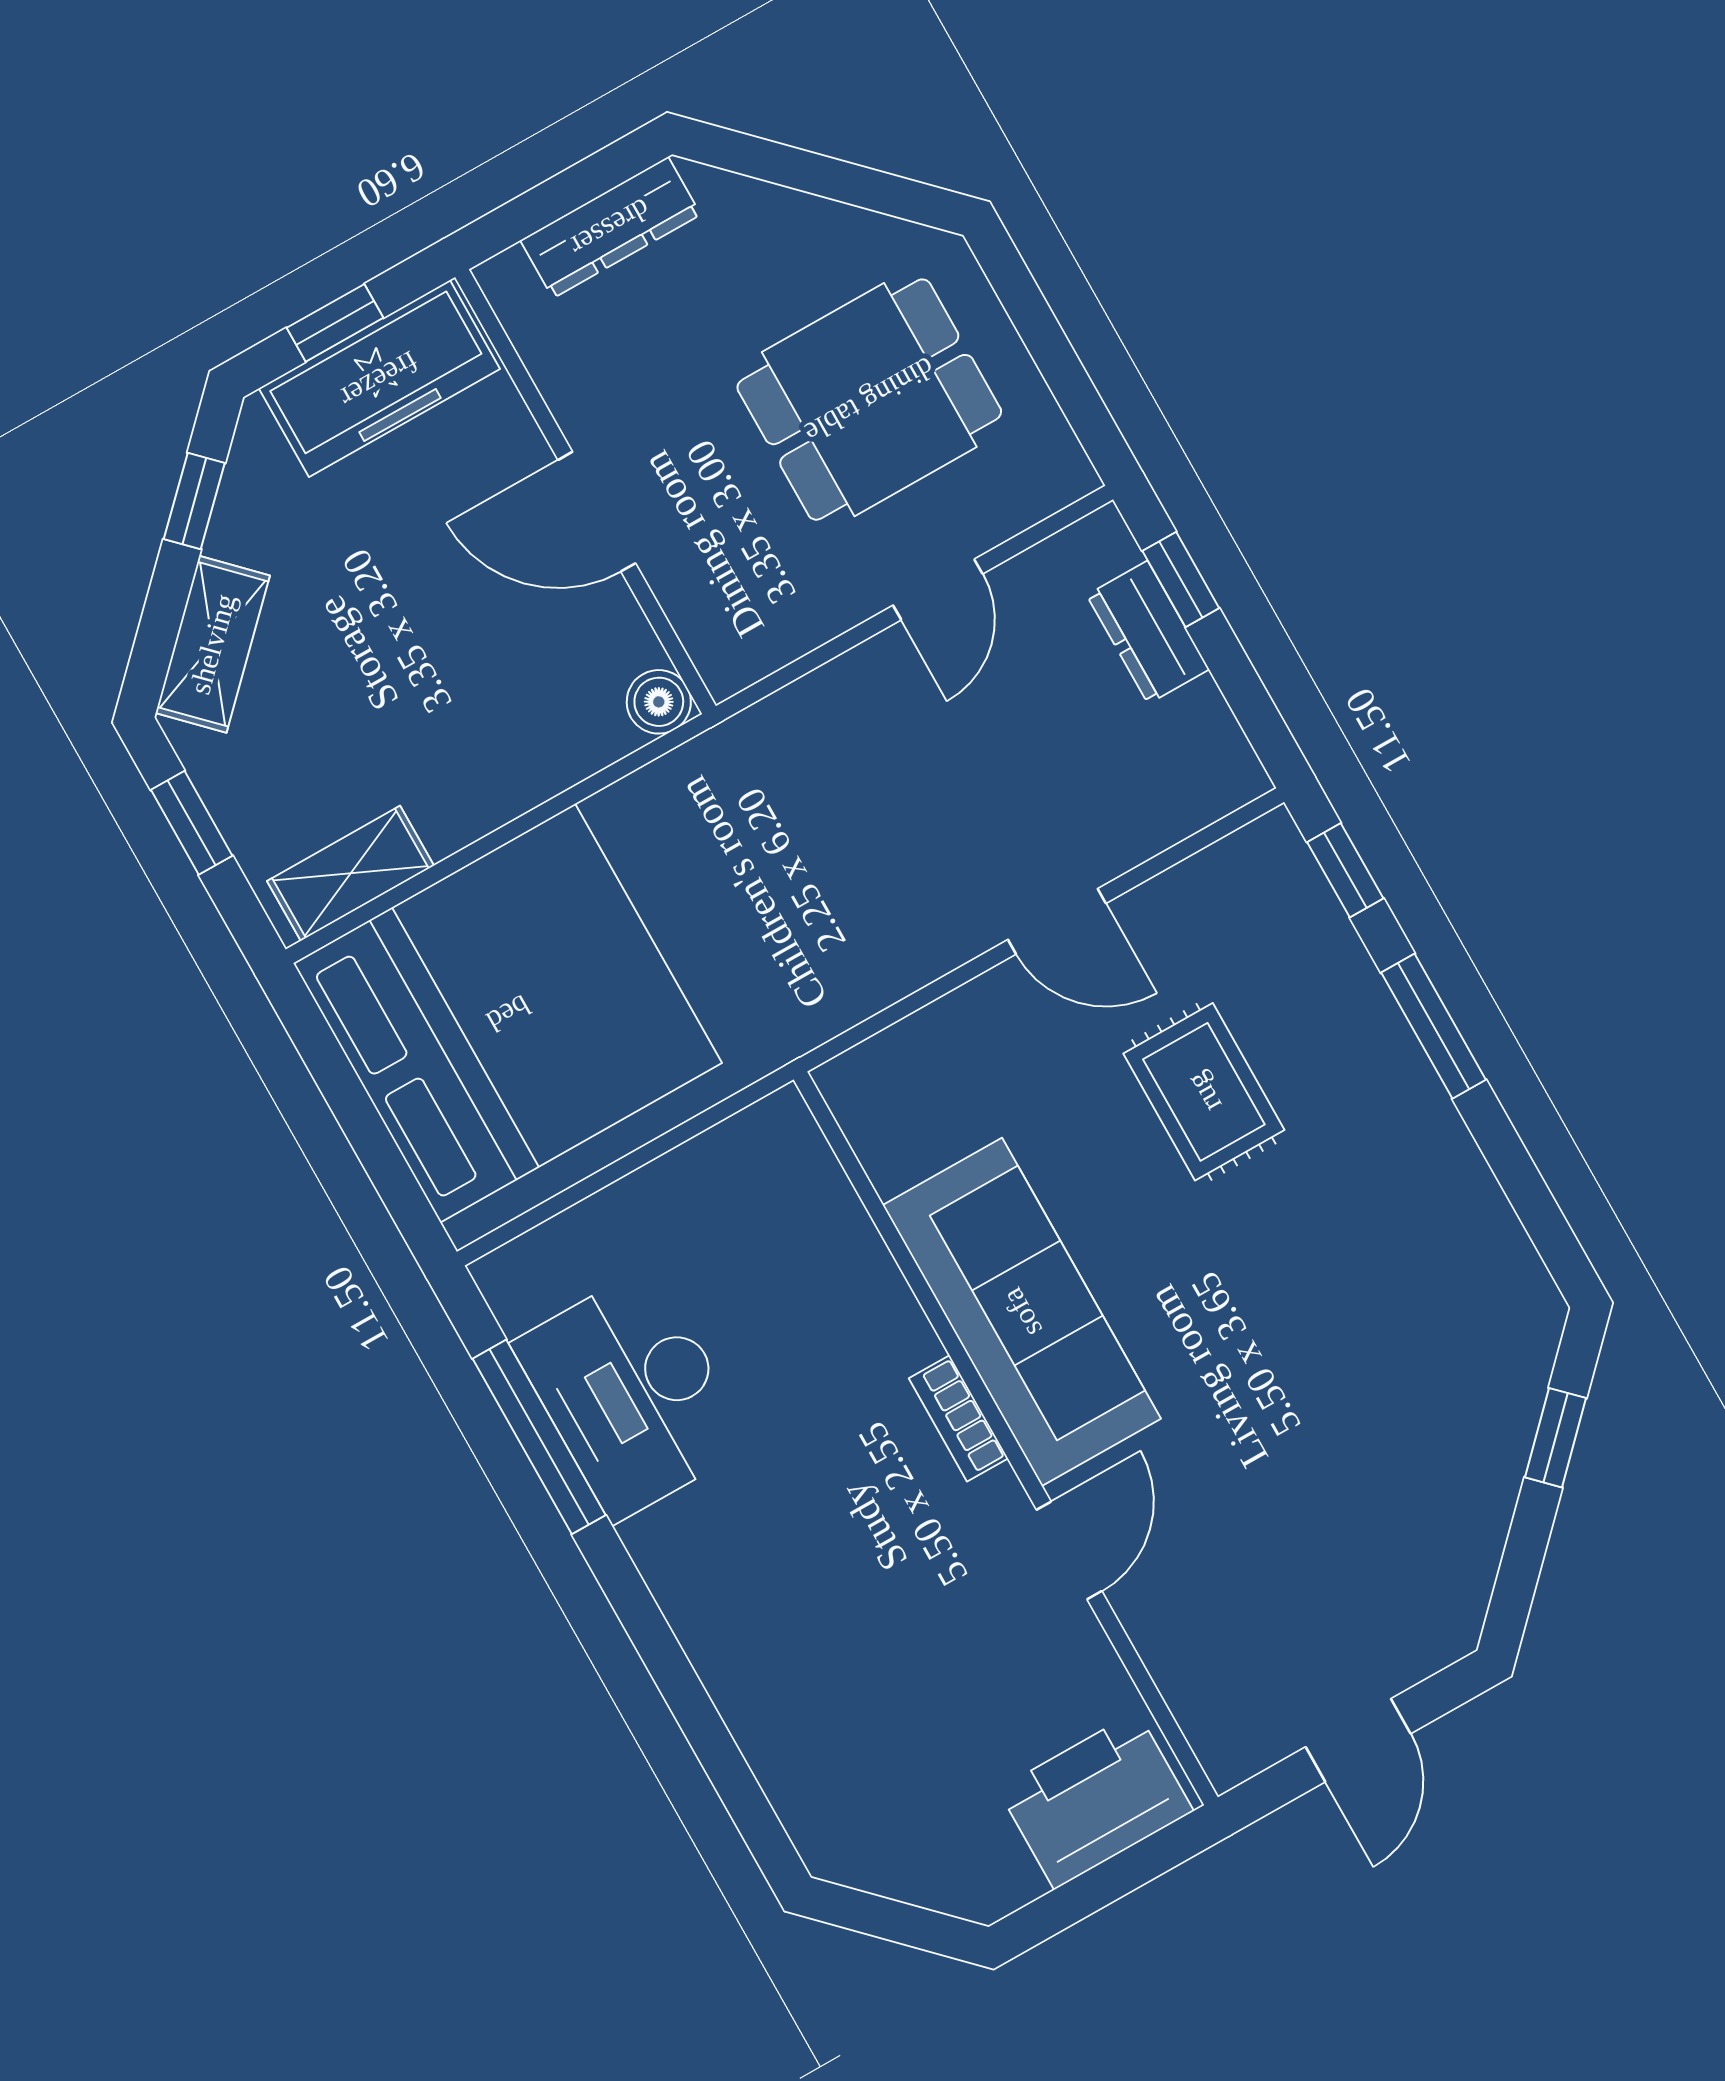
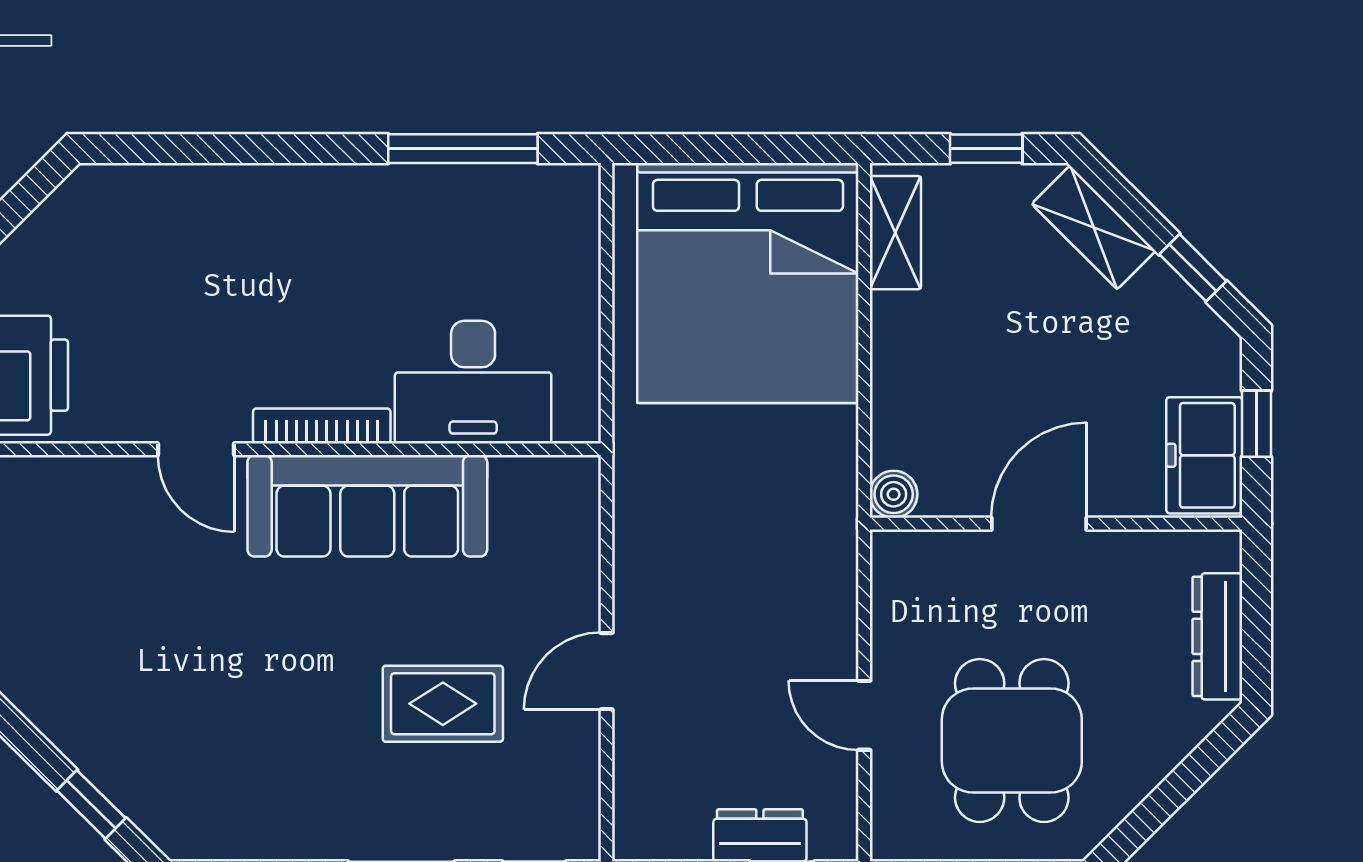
freezer: (379, 379) -> (1204, 455), width x0.71
desk: (632, 1394) -> (473, 382), moved, turned 180
bookcase: (958, 1418) -> (322, 426), width x1.56

